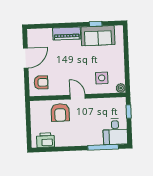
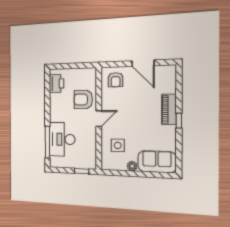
window: (96, 24) -> (179, 121), moved
sofa: (98, 36) -> (157, 162), moved, turned 90
plant: (121, 88) -> (132, 166), moved
desk: (115, 132) -> (62, 139), moved, width x1.37

